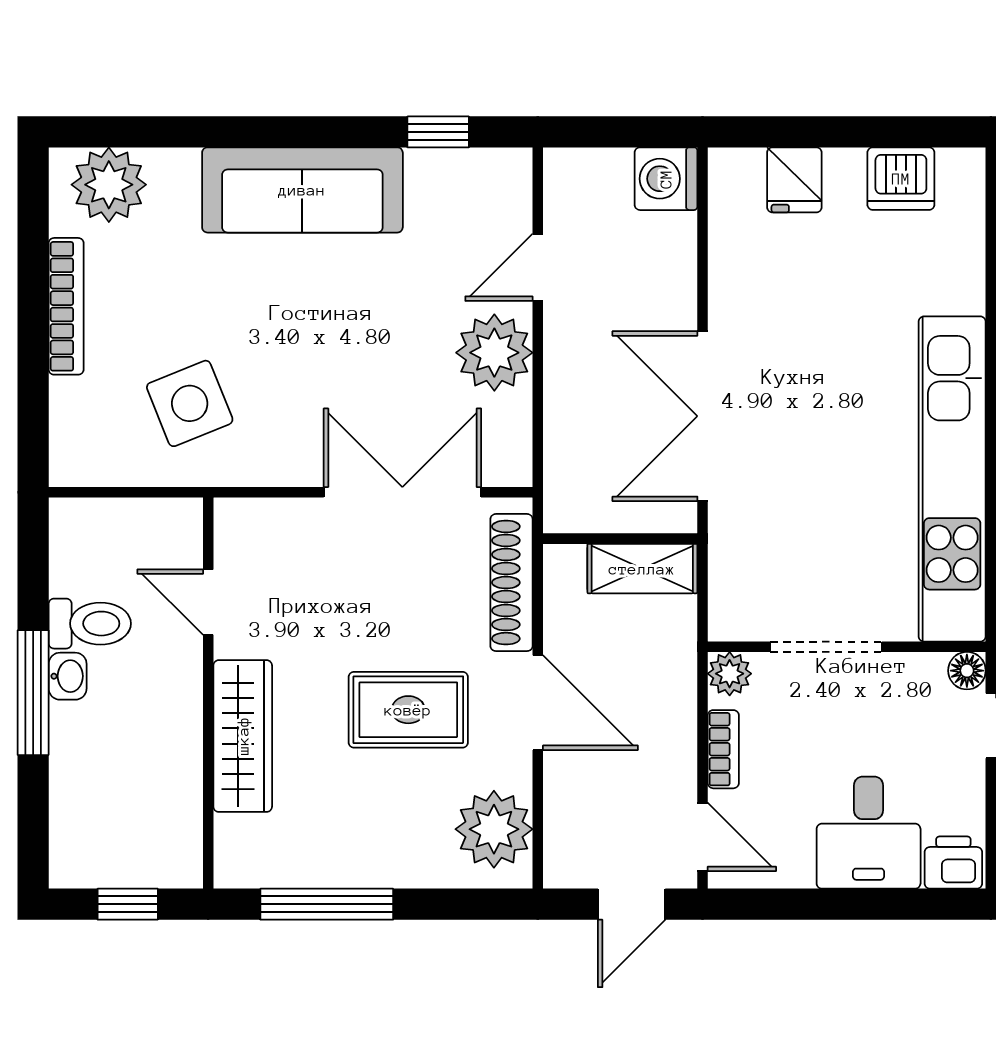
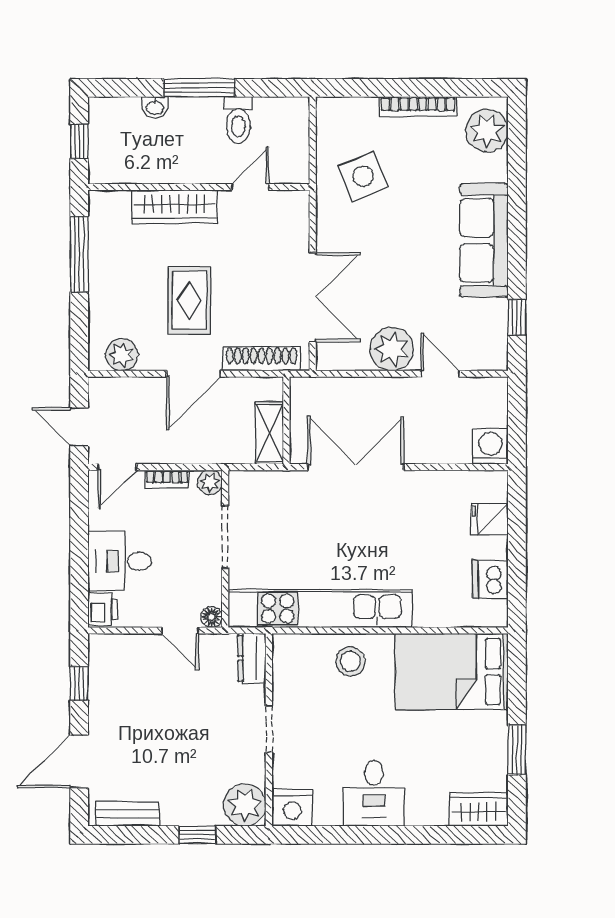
washbasin: (68, 676) -> (155, 107), moved
plant: (494, 829) -> (122, 355), width x0.73, depth x0.73

